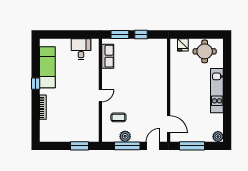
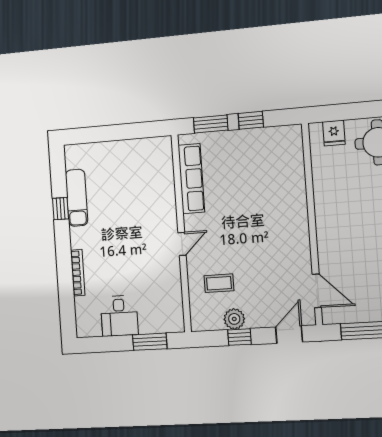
desk: (81, 49) -> (119, 316), moved, turned 180
row of seats: (108, 56) -> (191, 179), width x1.48
exam couch: (47, 67) -> (77, 198), width x0.73, depth x0.69
window: (36, 84) -> (61, 209), moved
window: (127, 146) -> (239, 337), width x0.46

